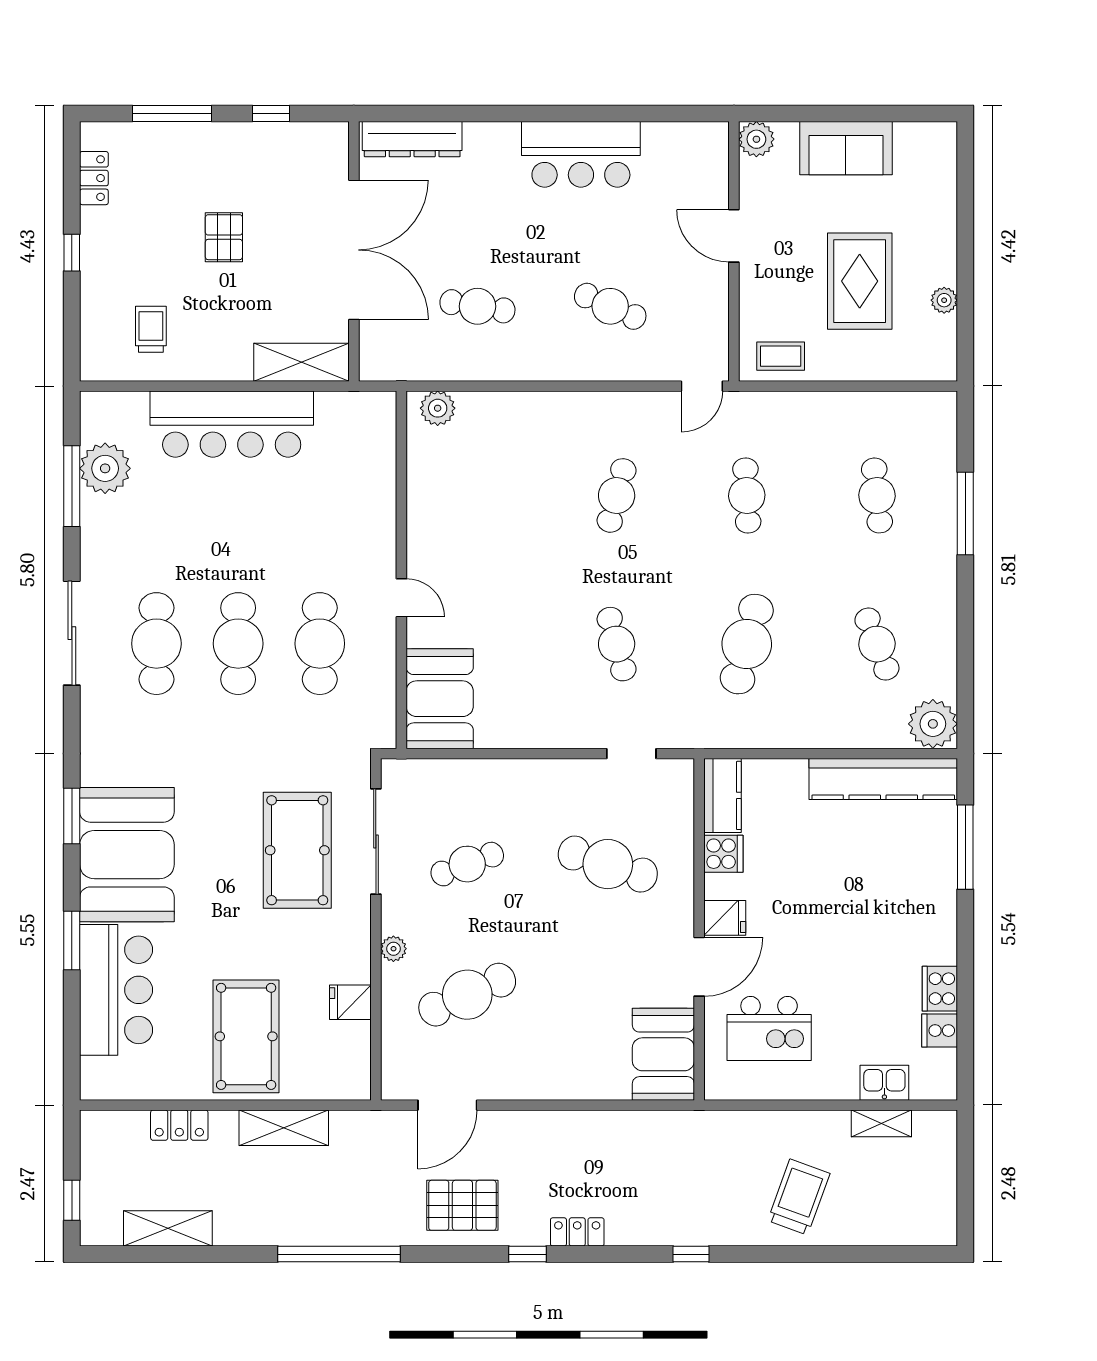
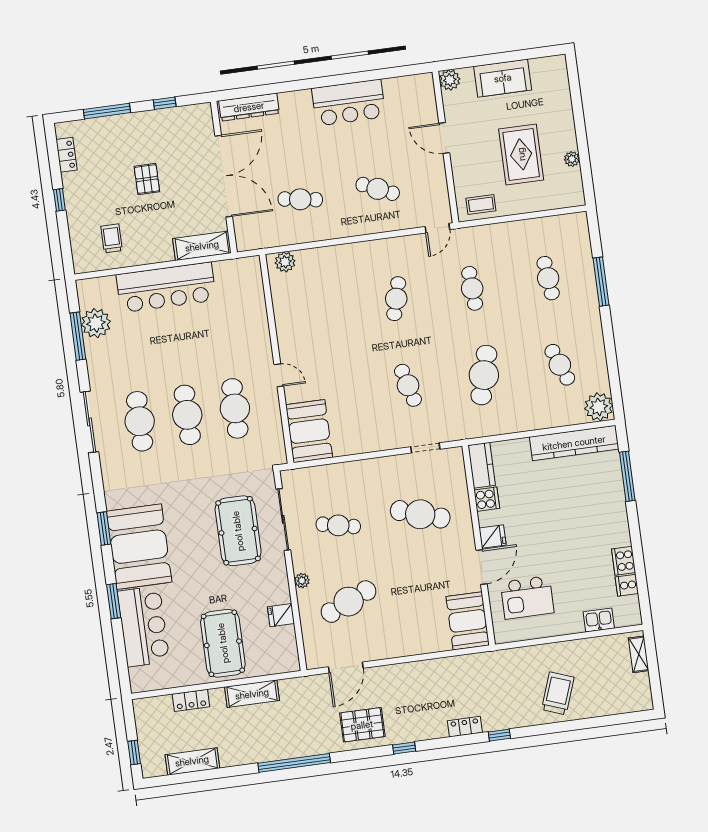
cafe table: (467, 864) -> (338, 525), turned 33
shelving: (881, 1123) -> (639, 654), moved, turned 90
locker: (577, 1232) -> (465, 727), moved

